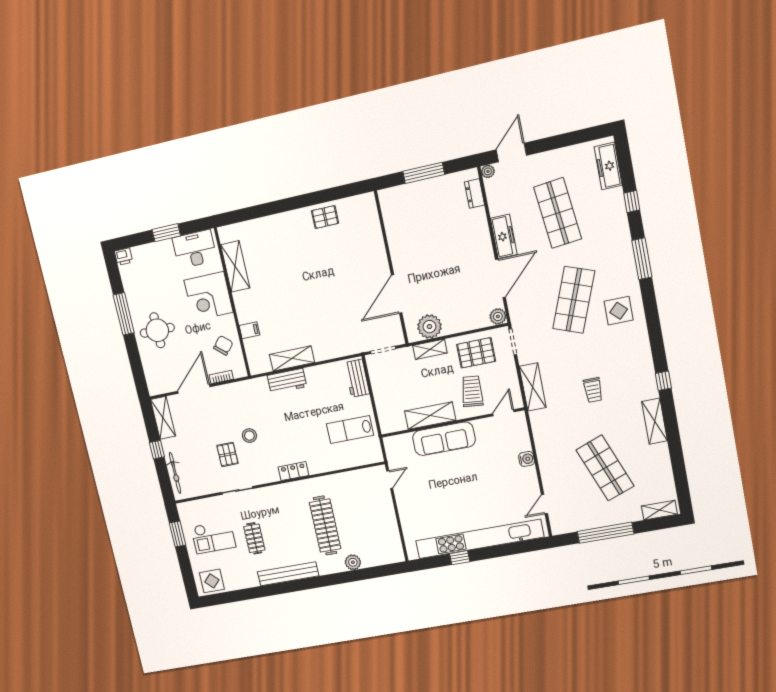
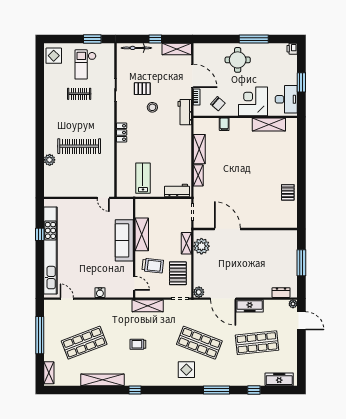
shelving: (329, 352) -> (198, 175), added
workbench: (287, 381) -> (185, 112), moved
shelving: (655, 421) -> (102, 380), width x1.47
bench: (288, 574) -> (49, 112), removed

